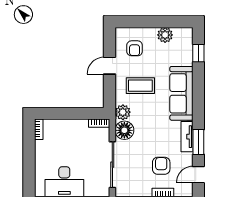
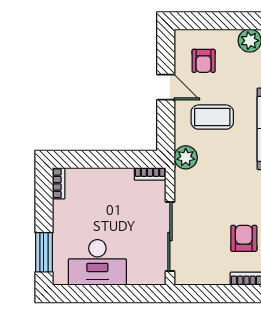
door: (110, 66) -> (166, 87), swing flipped
floor lamp: (124, 130) -> (188, 185), removed
window: (29, 175) -> (44, 252), added

